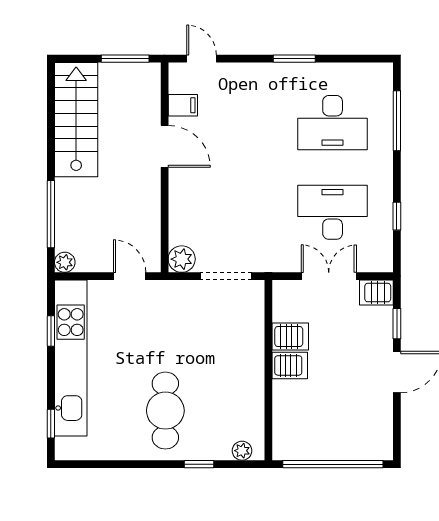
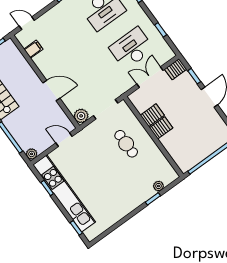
door: (165, 146) -> (51, 91), moved
cafe table: (165, 411) -> (126, 144), moved, width x0.73, depth x0.74
plant: (242, 451) -> (158, 186), moved

